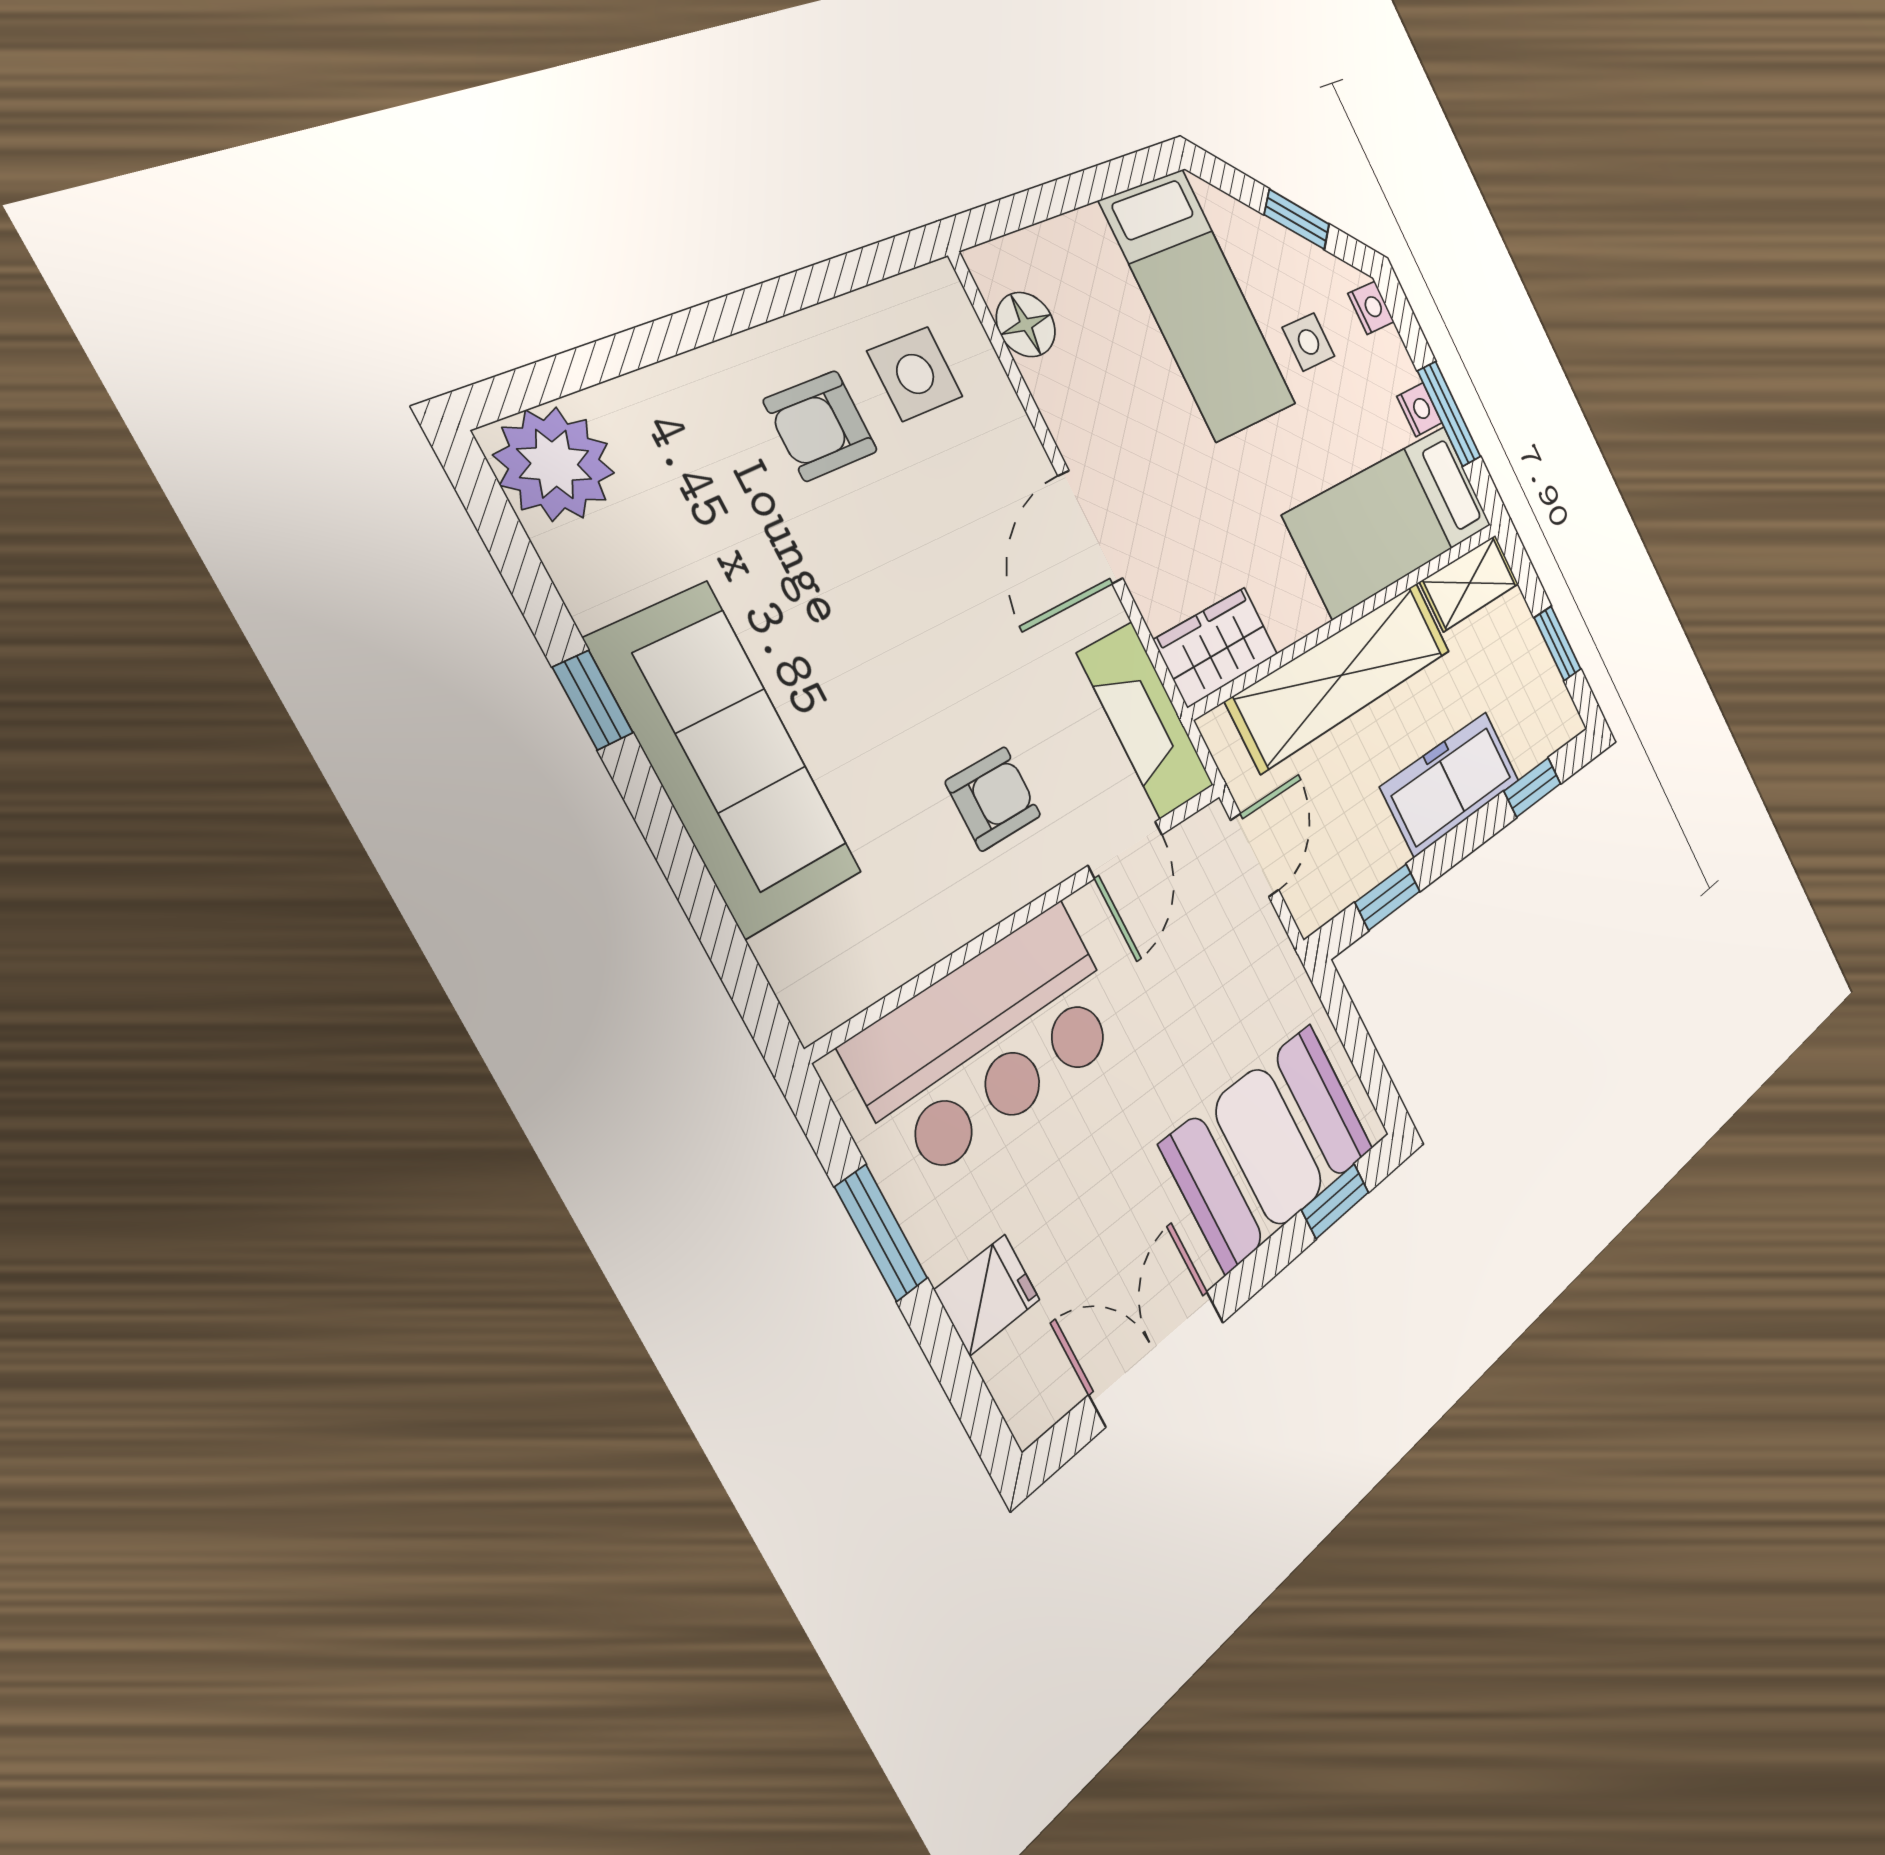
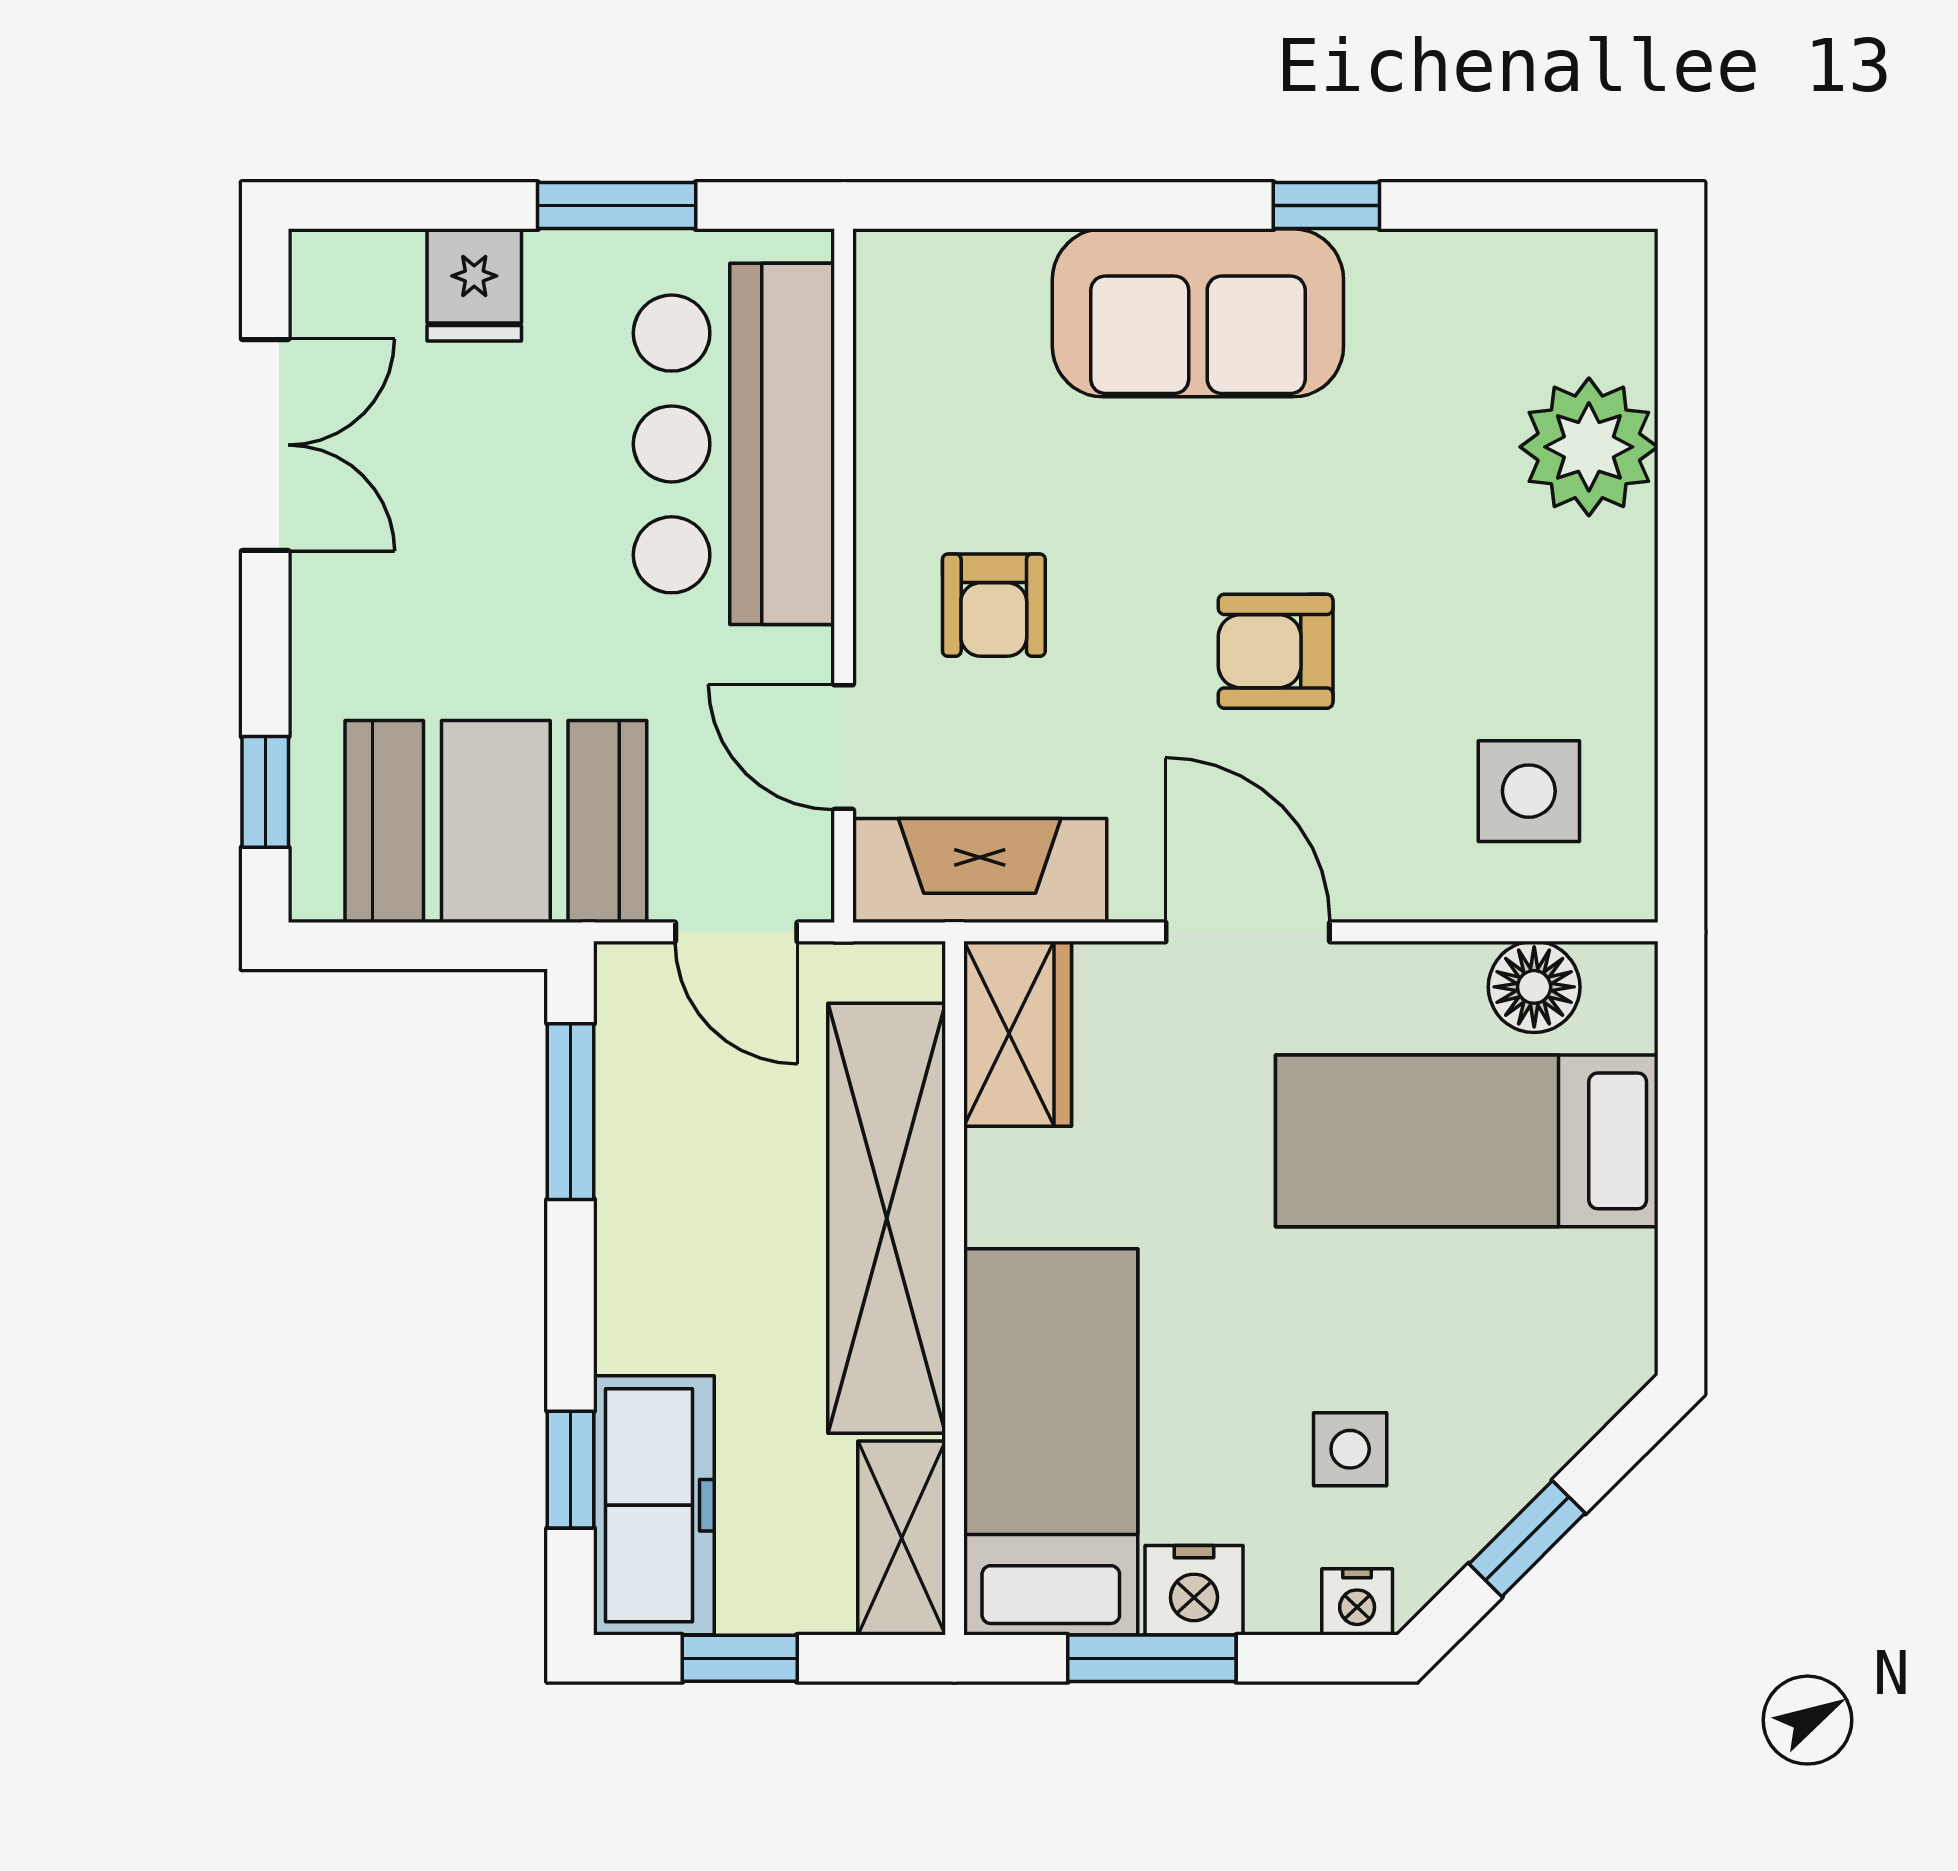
bed: (1199, 305) -> (1467, 1141), moved
nightstand: (1419, 410) -> (1194, 1590), width x1.39, depth x1.35
armchair: (821, 426) -> (1276, 651), moved, turned -90
plant: (554, 464) -> (1589, 447), moved
sofa: (726, 758) -> (1198, 313), width x0.73
freezer: (1451, 784) -> (654, 1505), moved
window: (1388, 897) -> (571, 1112), width x1.50
booth: (1269, 1146) -> (496, 822), moved, turned 90

